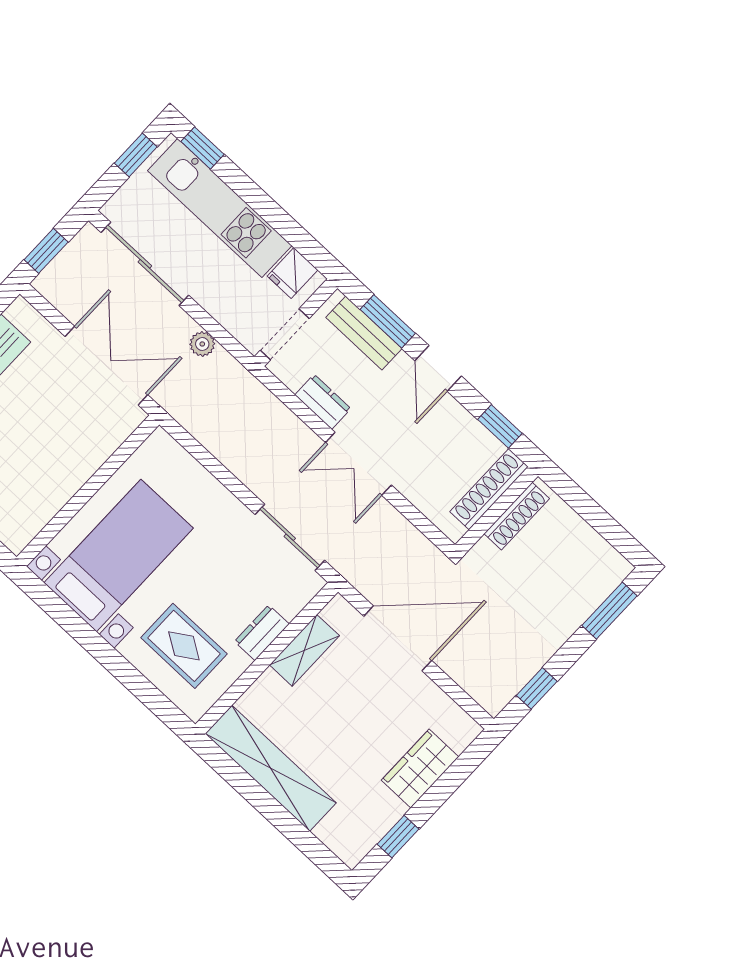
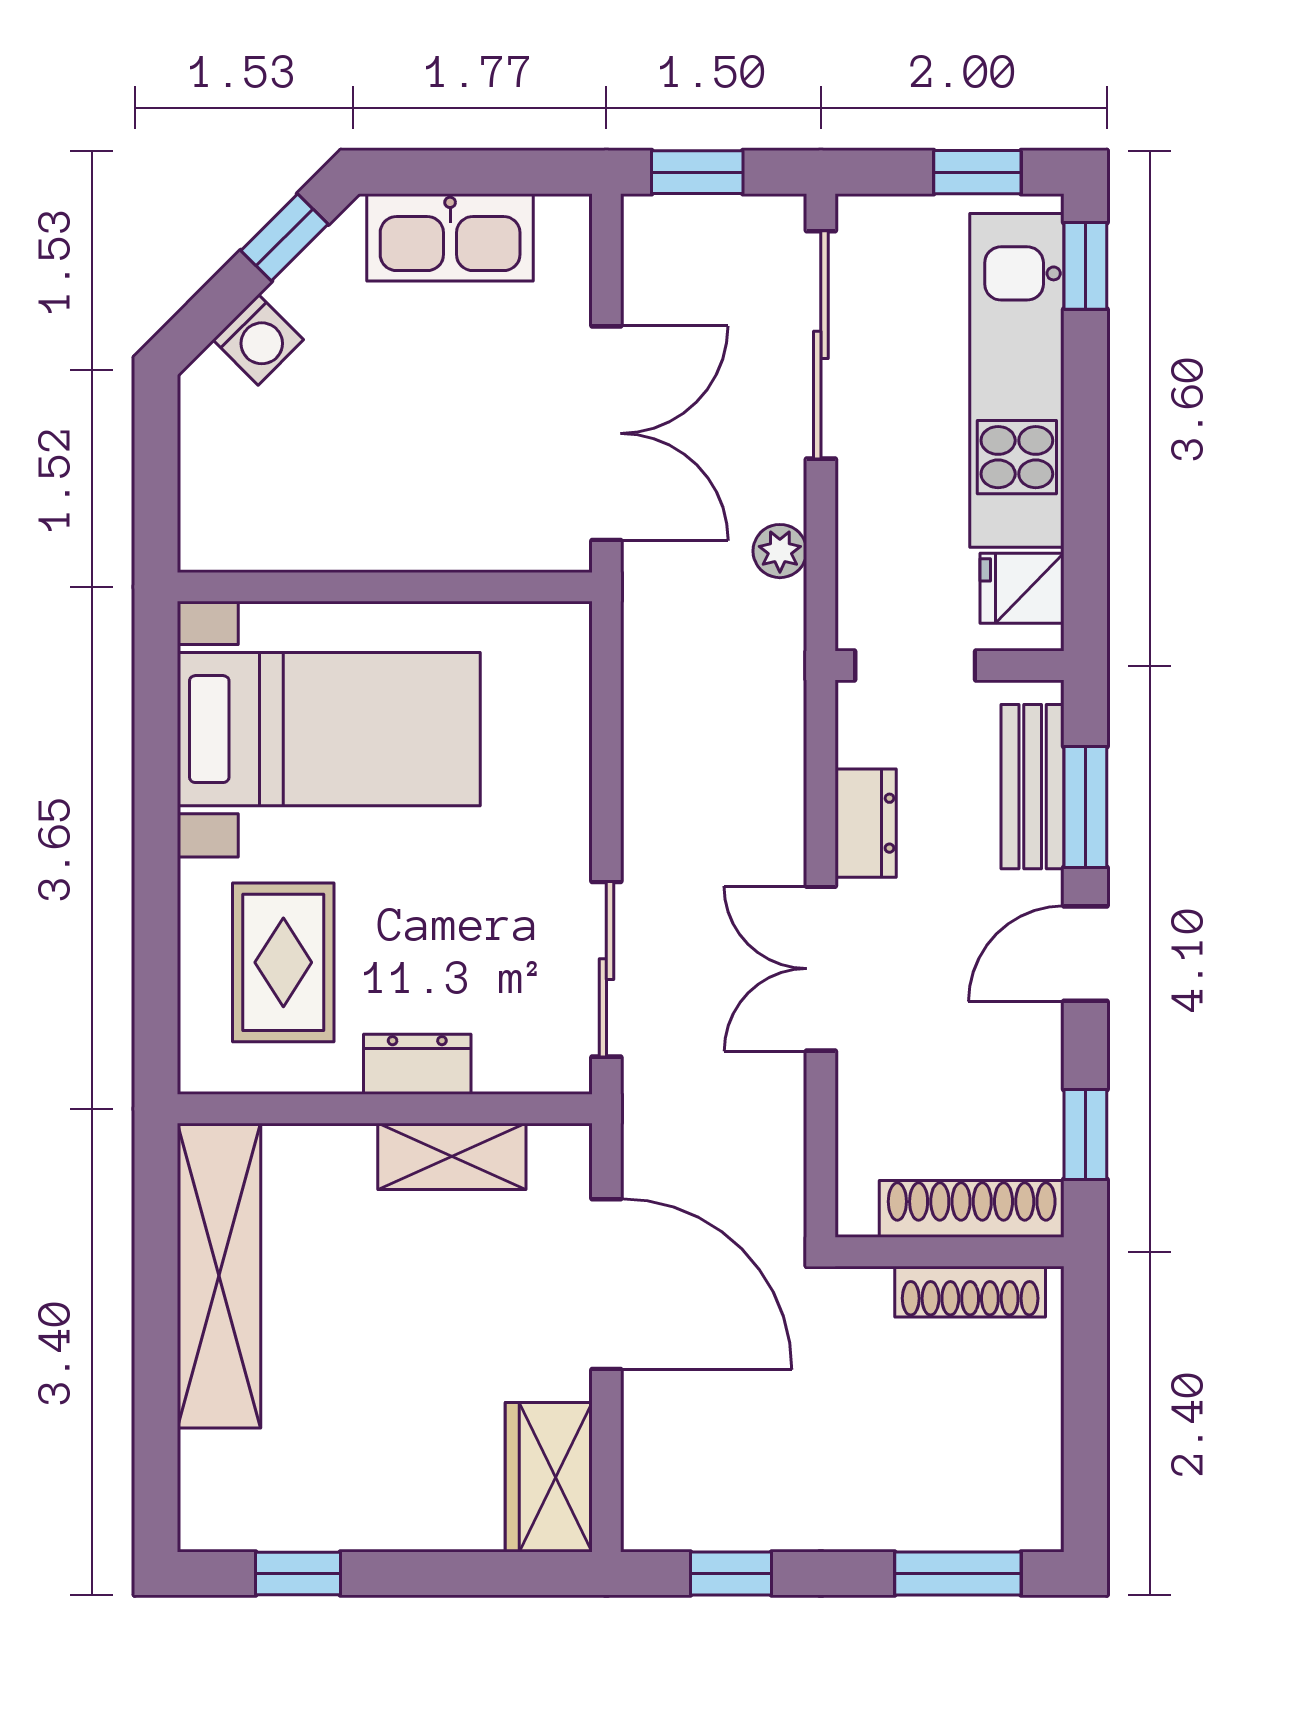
wardrobe: (420, 768) -> (549, 1477), moved, turned -90

